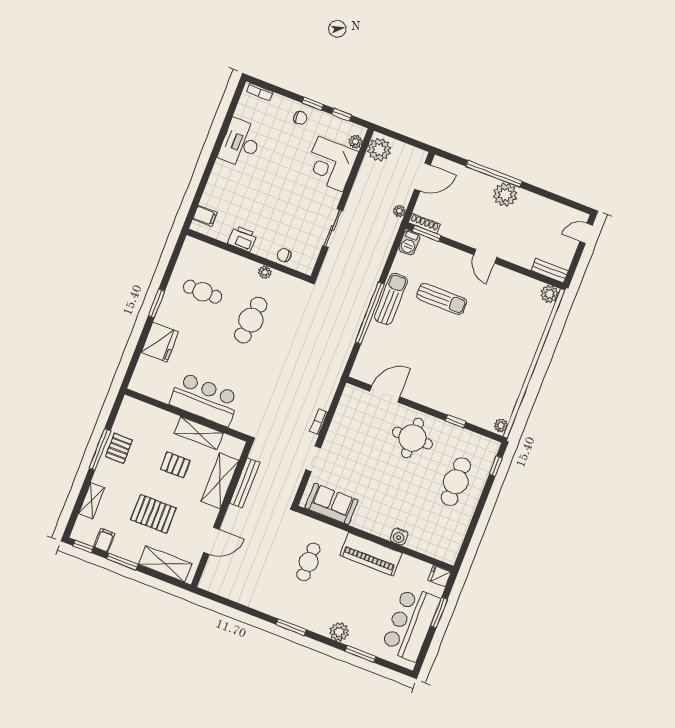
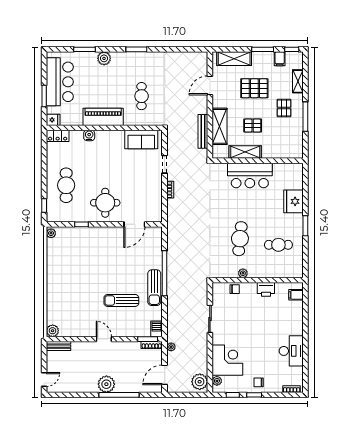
pallet: (119, 448) -> (284, 108), moved
locker: (441, 552) -> (58, 136), added

